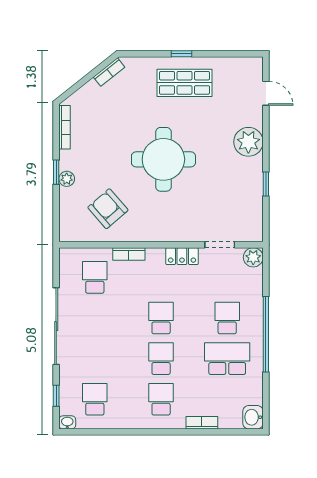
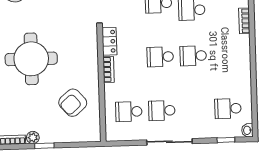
plant: (67, 179) -> (33, 137), moved
bookcase: (129, 254) -> (108, 69), moved
sliding door: (56, 326) -> (169, 142), width x0.73
school desk: (161, 399) -> (162, 111), moved

